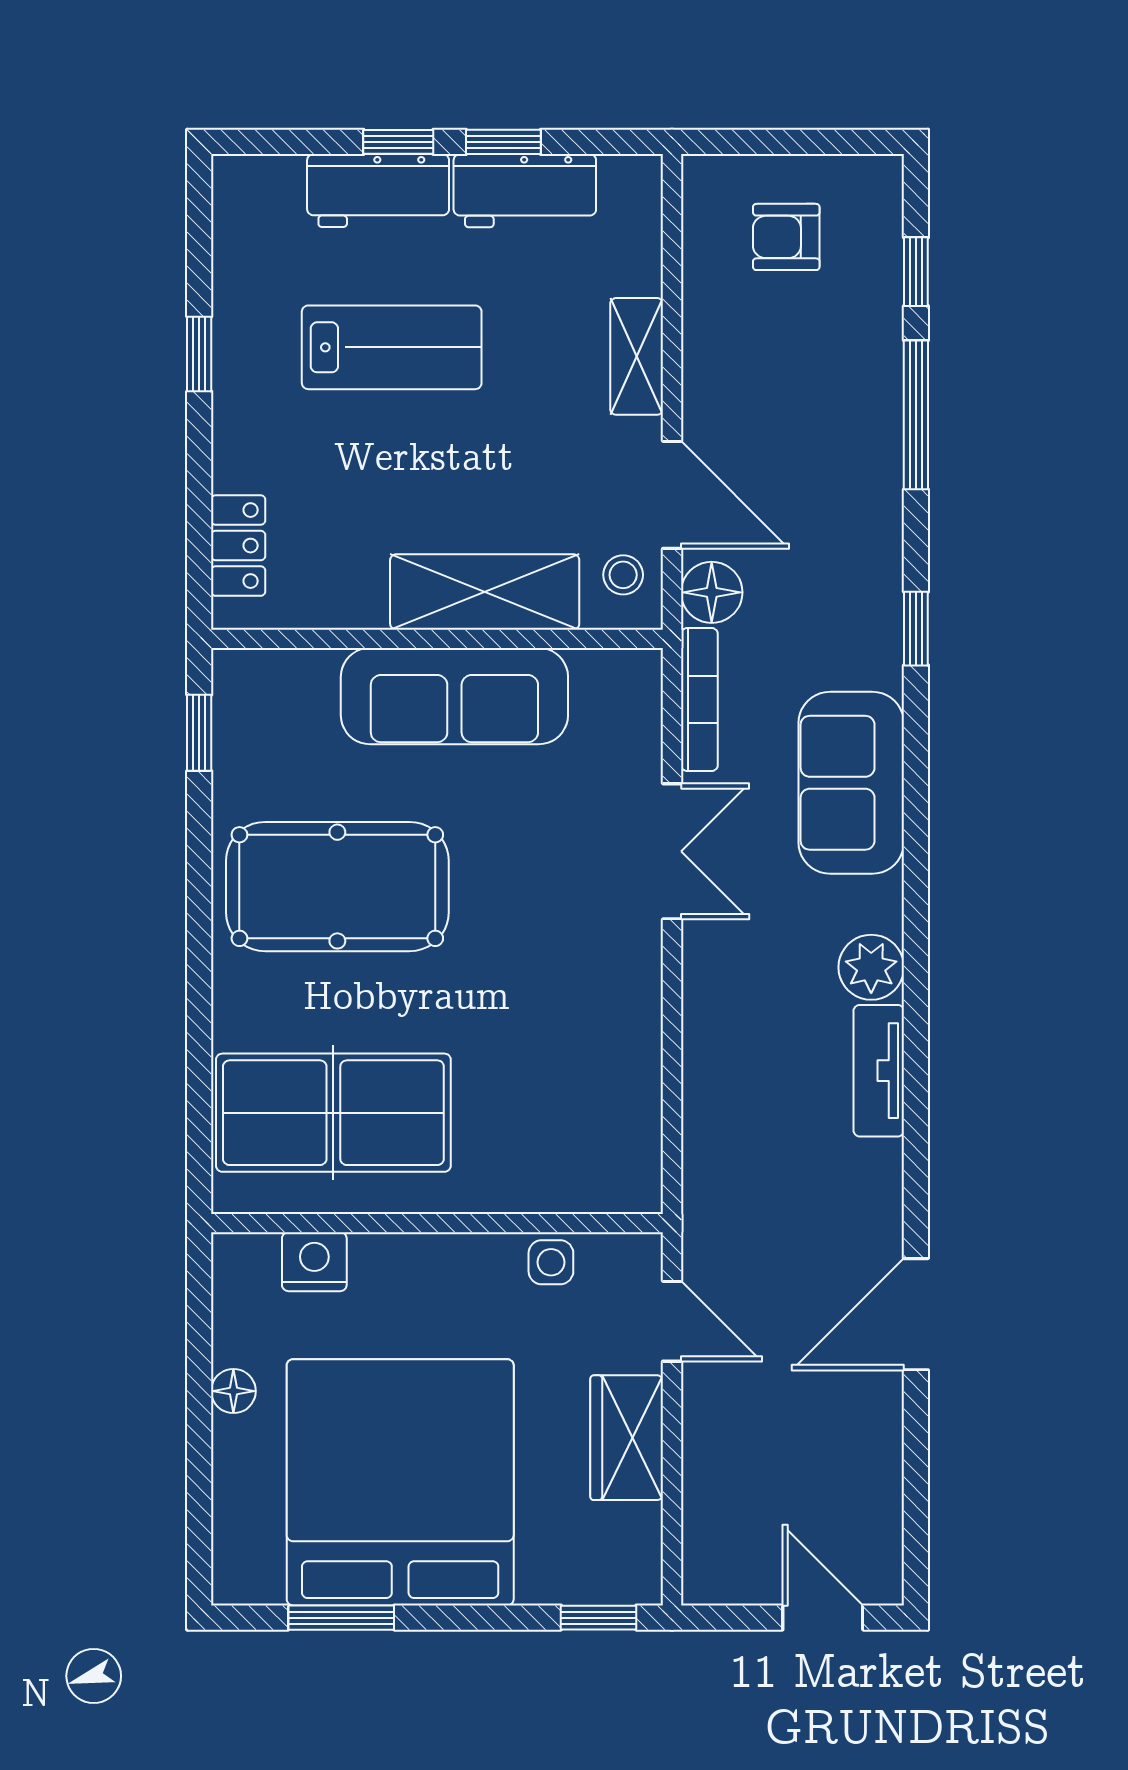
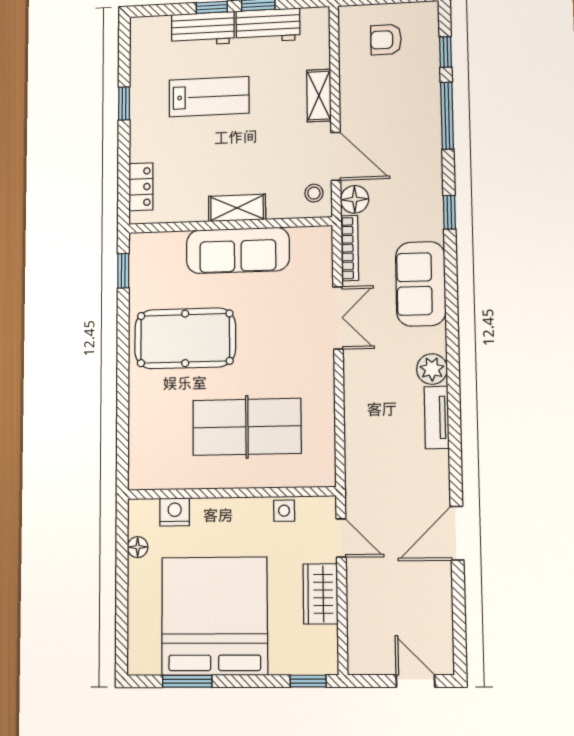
shelving: (485, 592) -> (237, 208), width x0.67, depth x0.75
table tennis table: (333, 1113) -> (247, 427), moved
floor lamp: (233, 1391) -> (138, 547), moved

